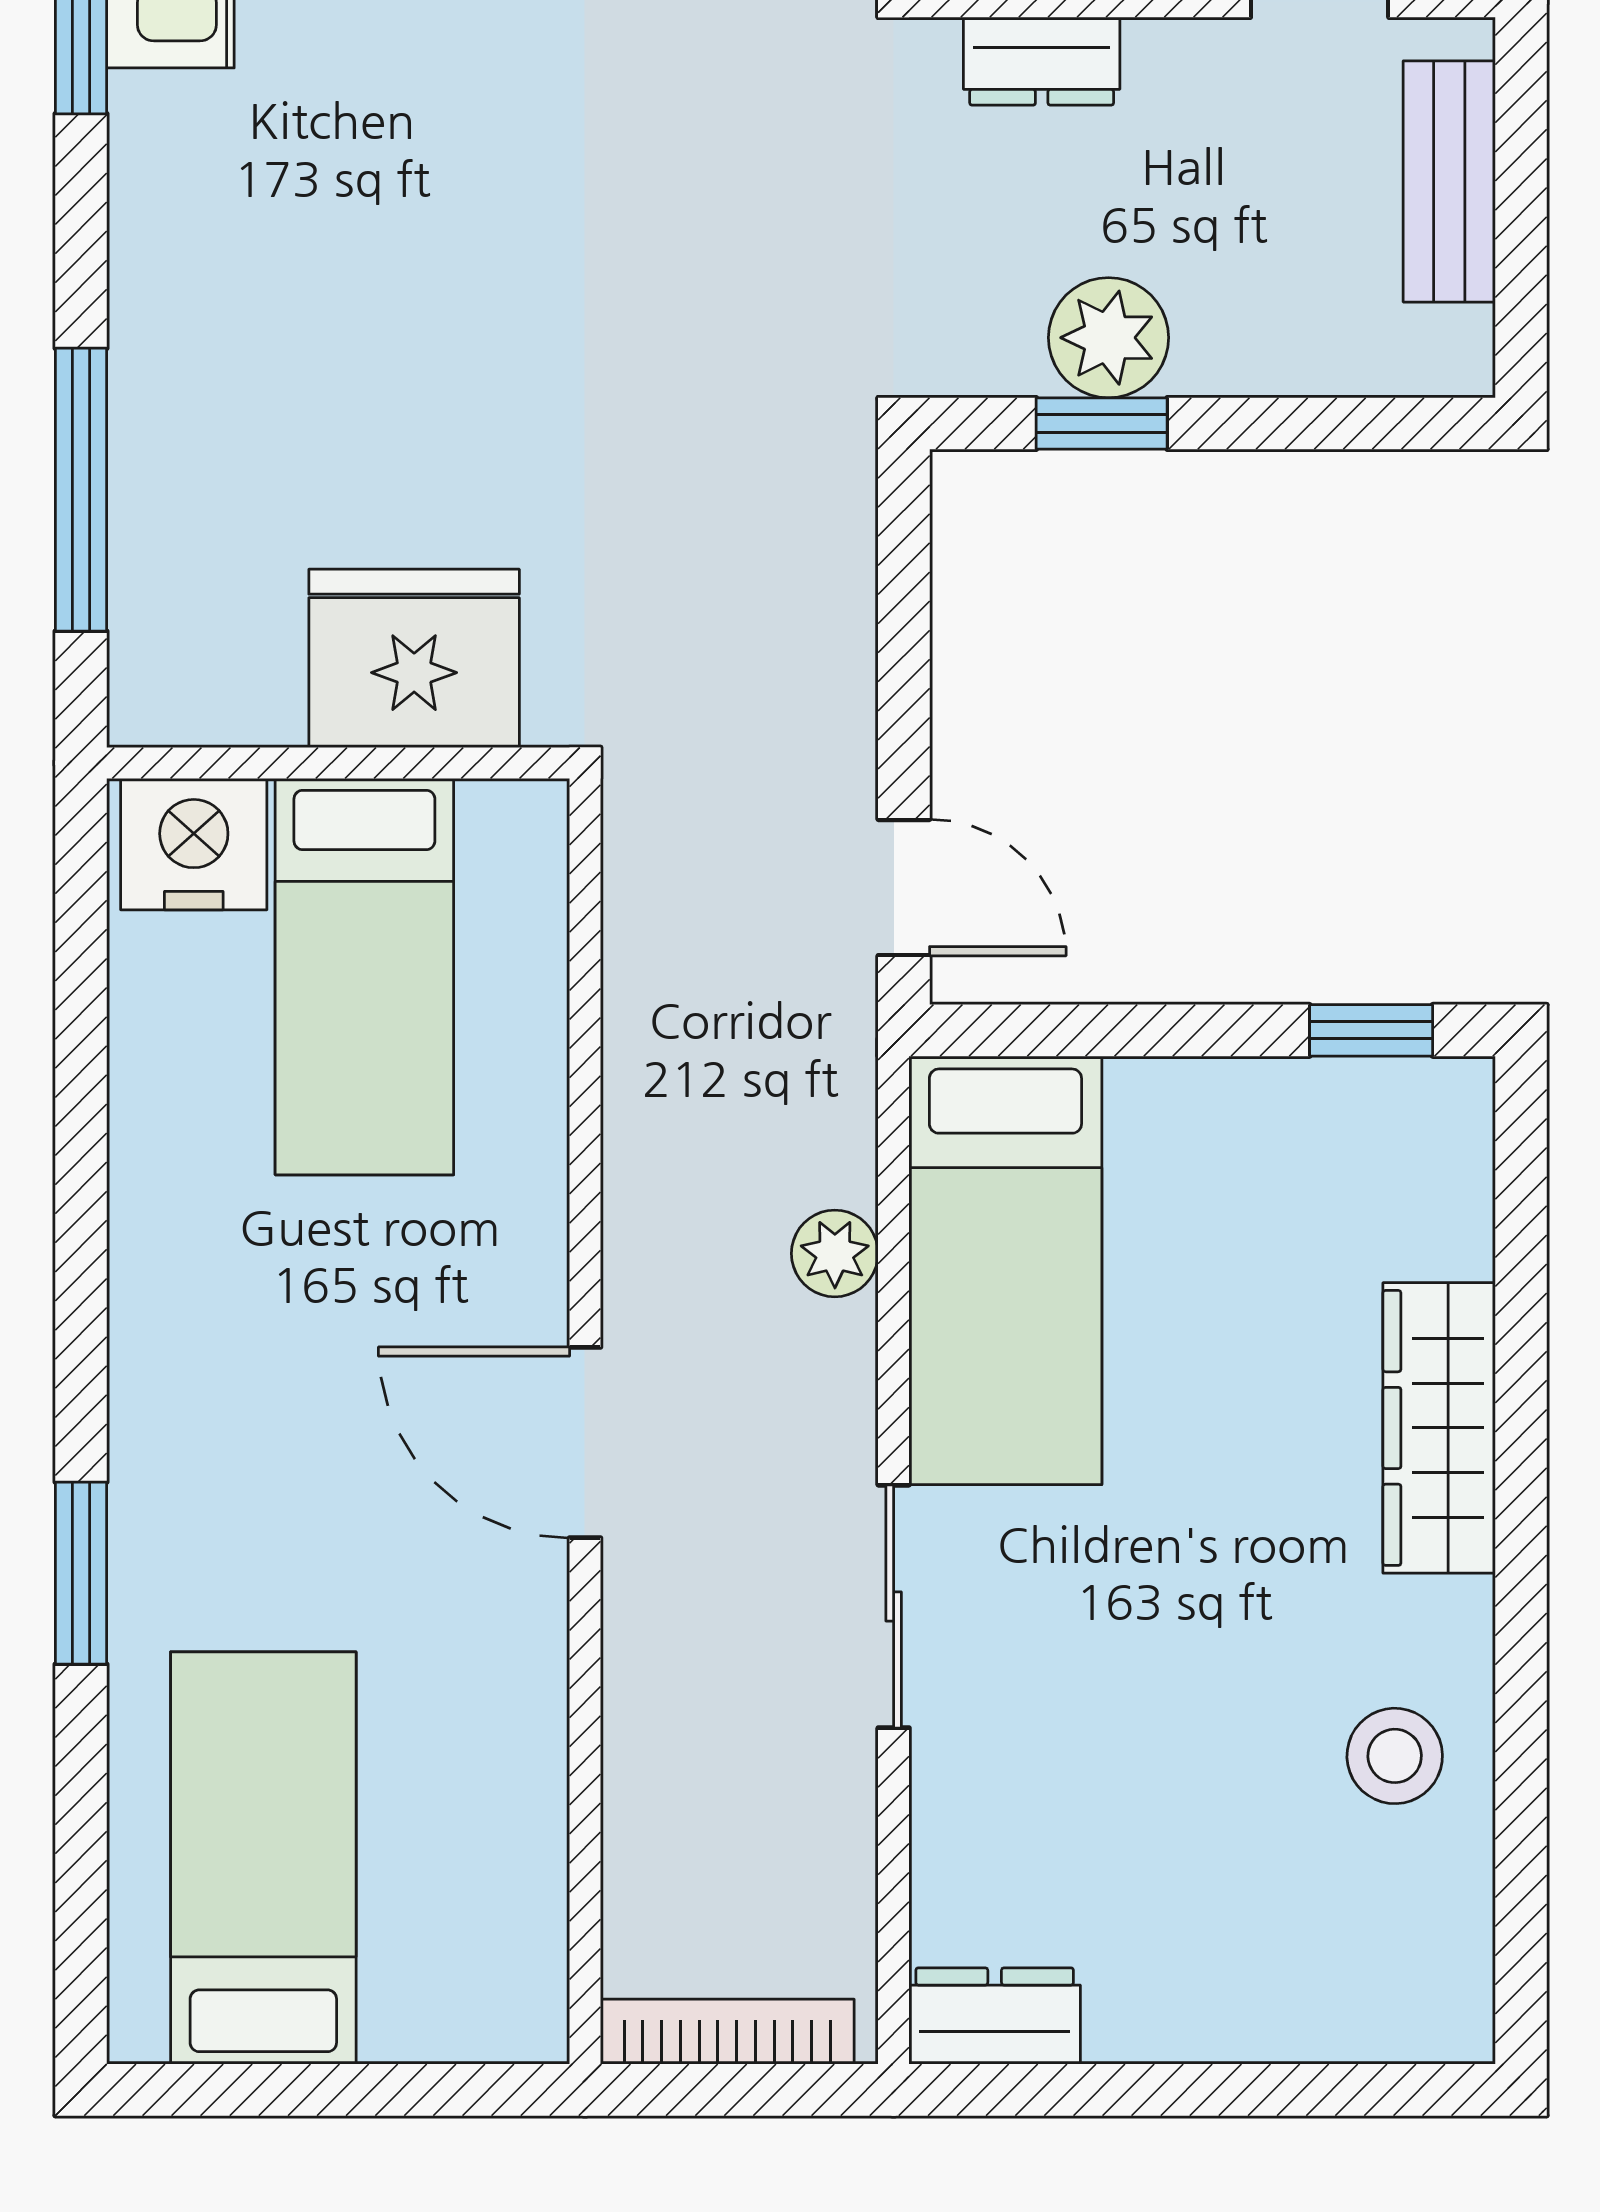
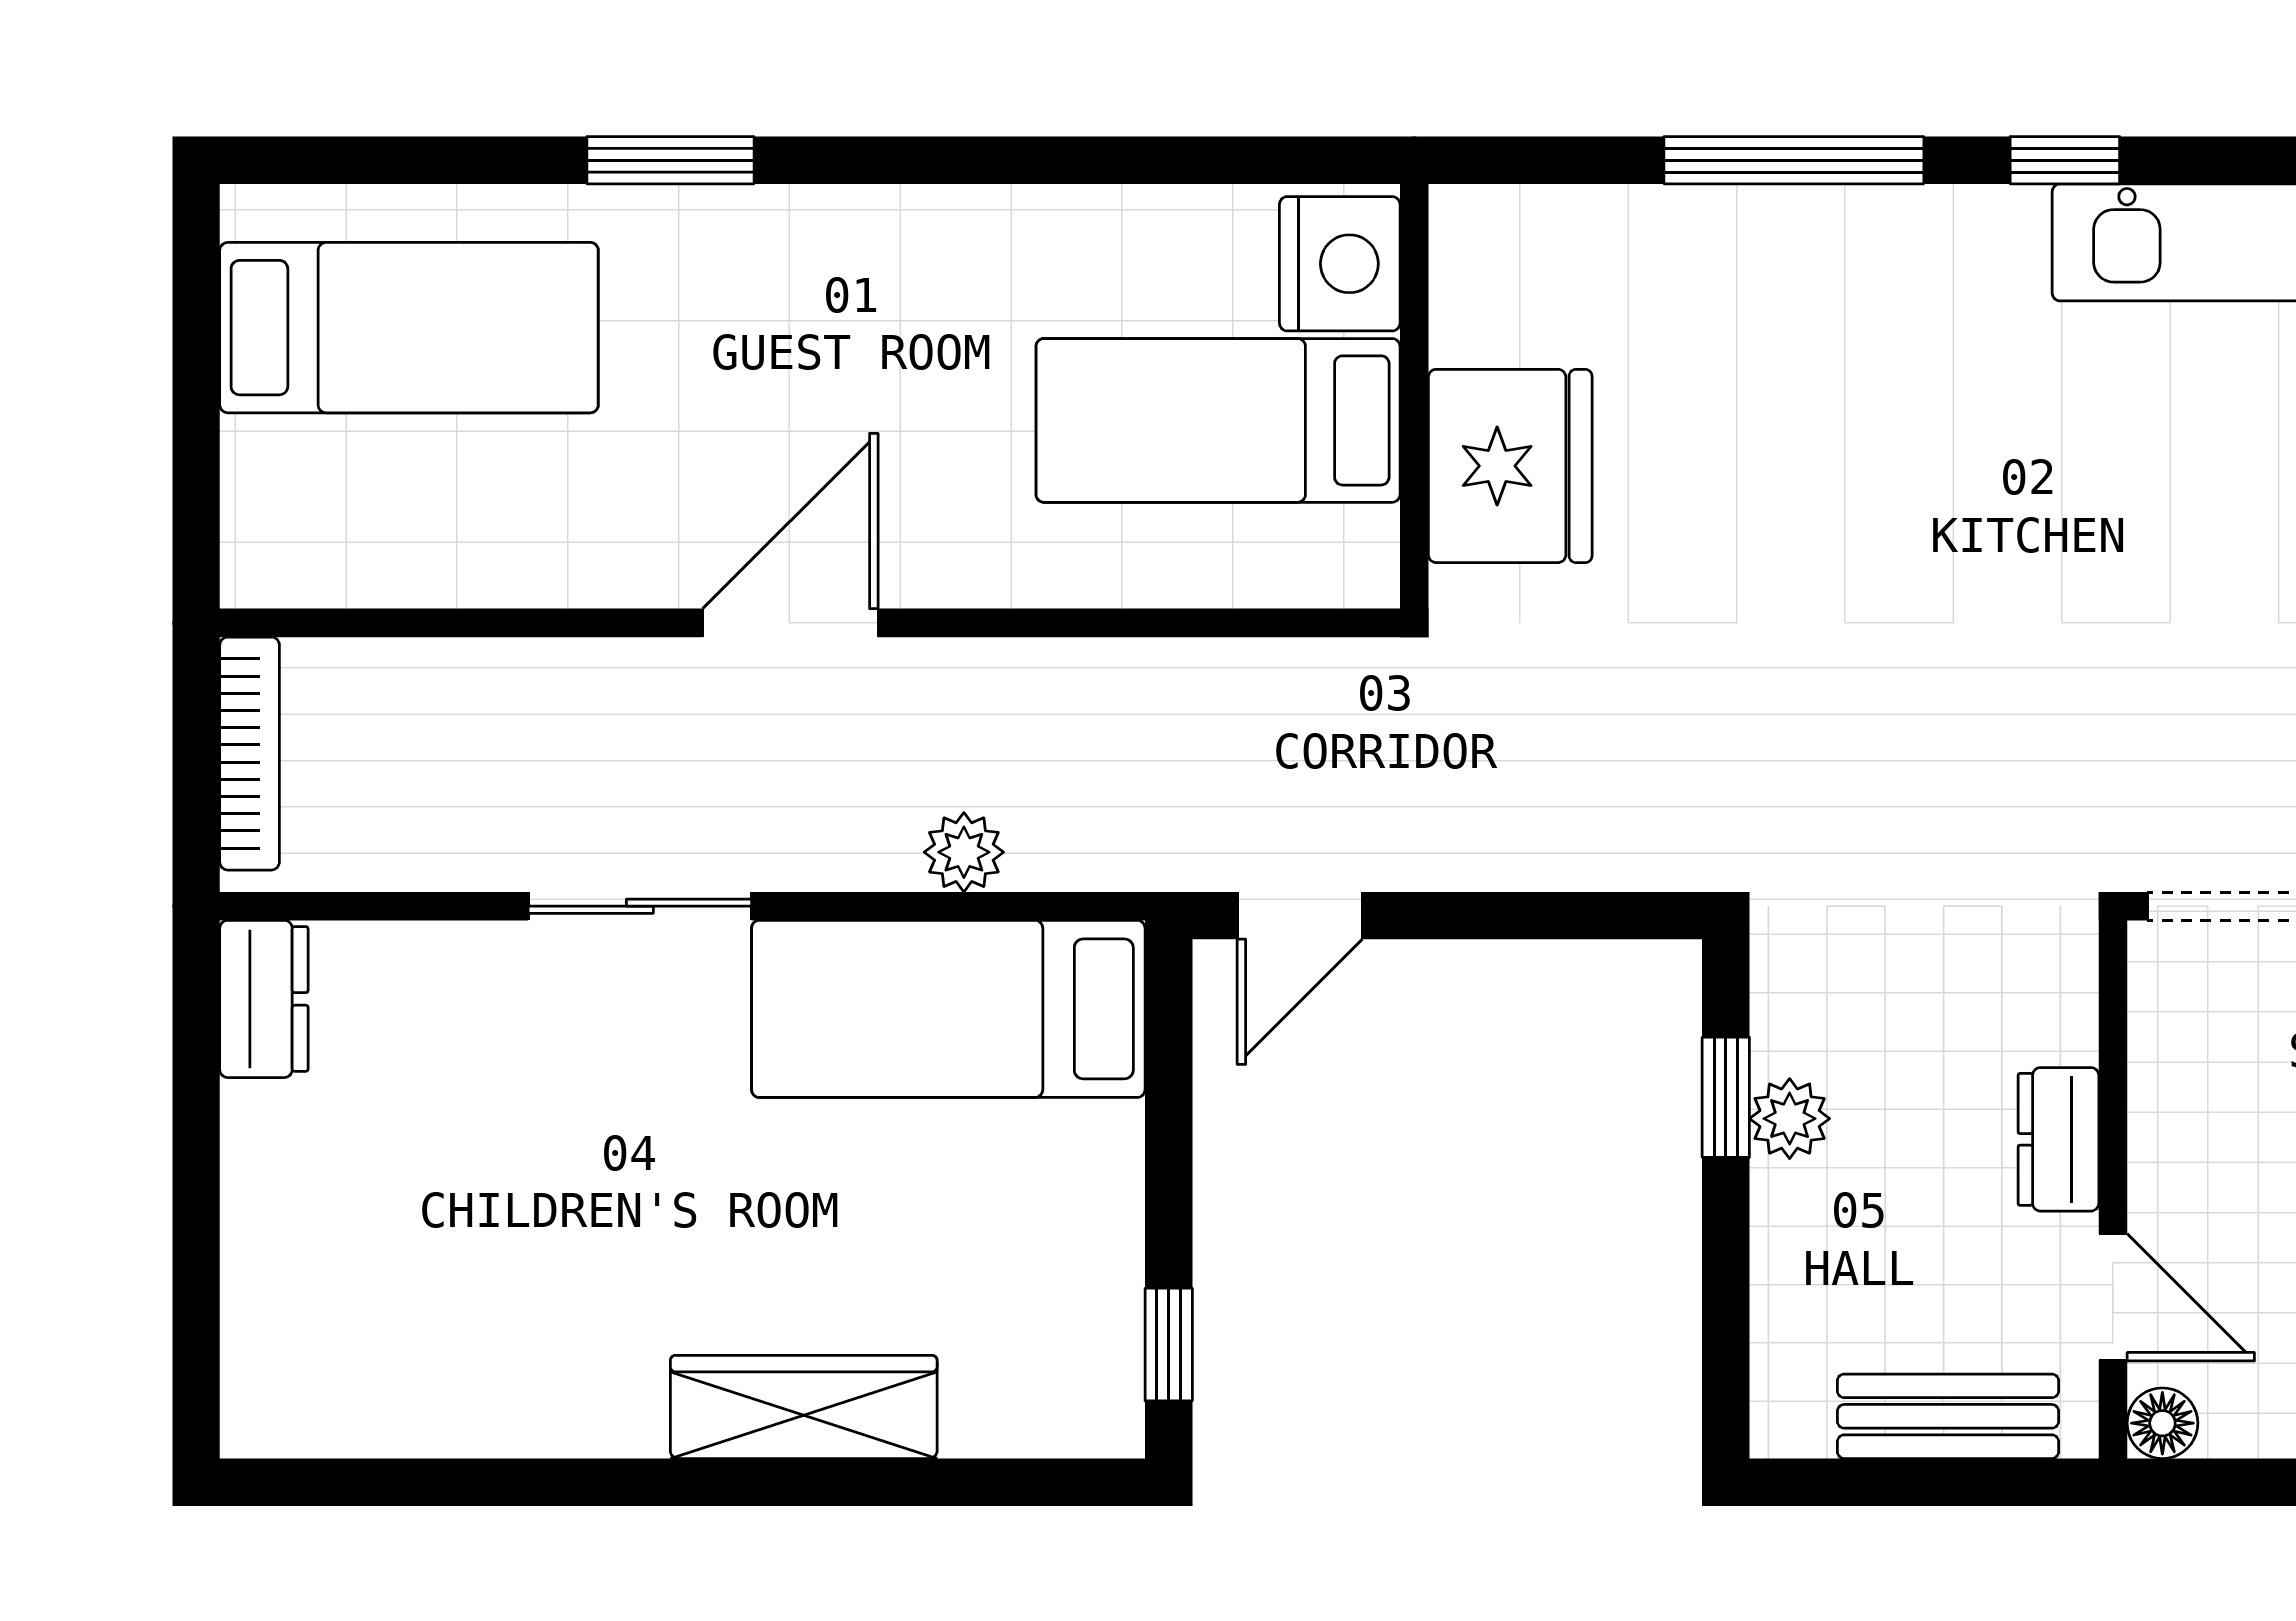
dresser: (1042, 61) -> (2058, 1139), moved
plant: (1108, 338) -> (1790, 1119), width x0.73, depth x0.73
window: (81, 490) -> (1794, 160), moved
stool: (1395, 1756) -> (503, 1366), removed

